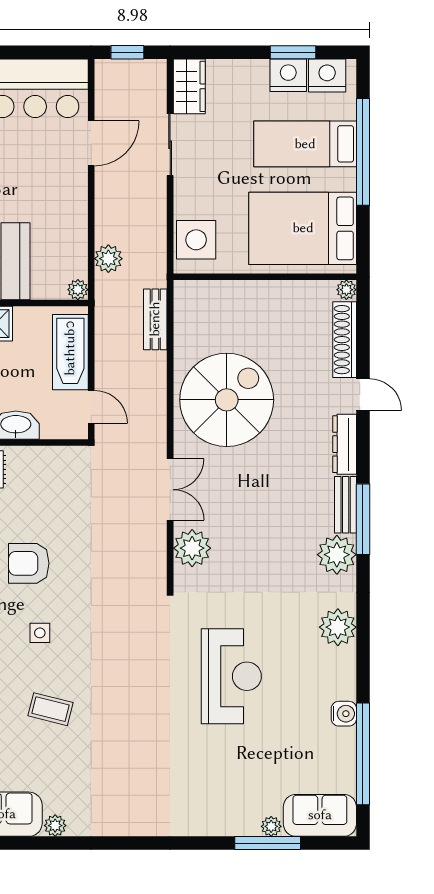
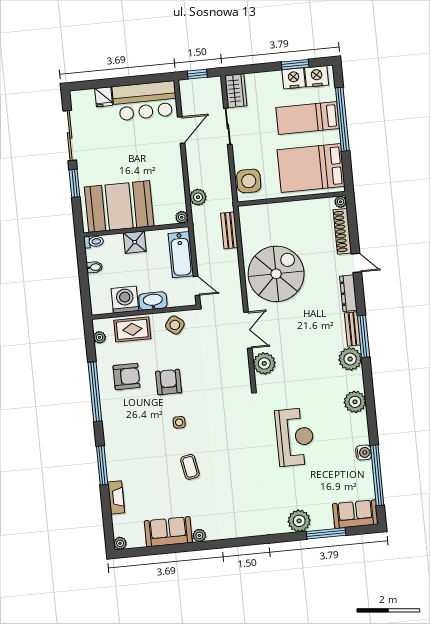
side table: (49, 469) -> (175, 325), added
armchair: (29, 563) -> (169, 382), turned 90
coffee table: (51, 709) -> (190, 467), turned 66
plant: (271, 826) -> (299, 521), moved, width x1.88, depth x1.88

